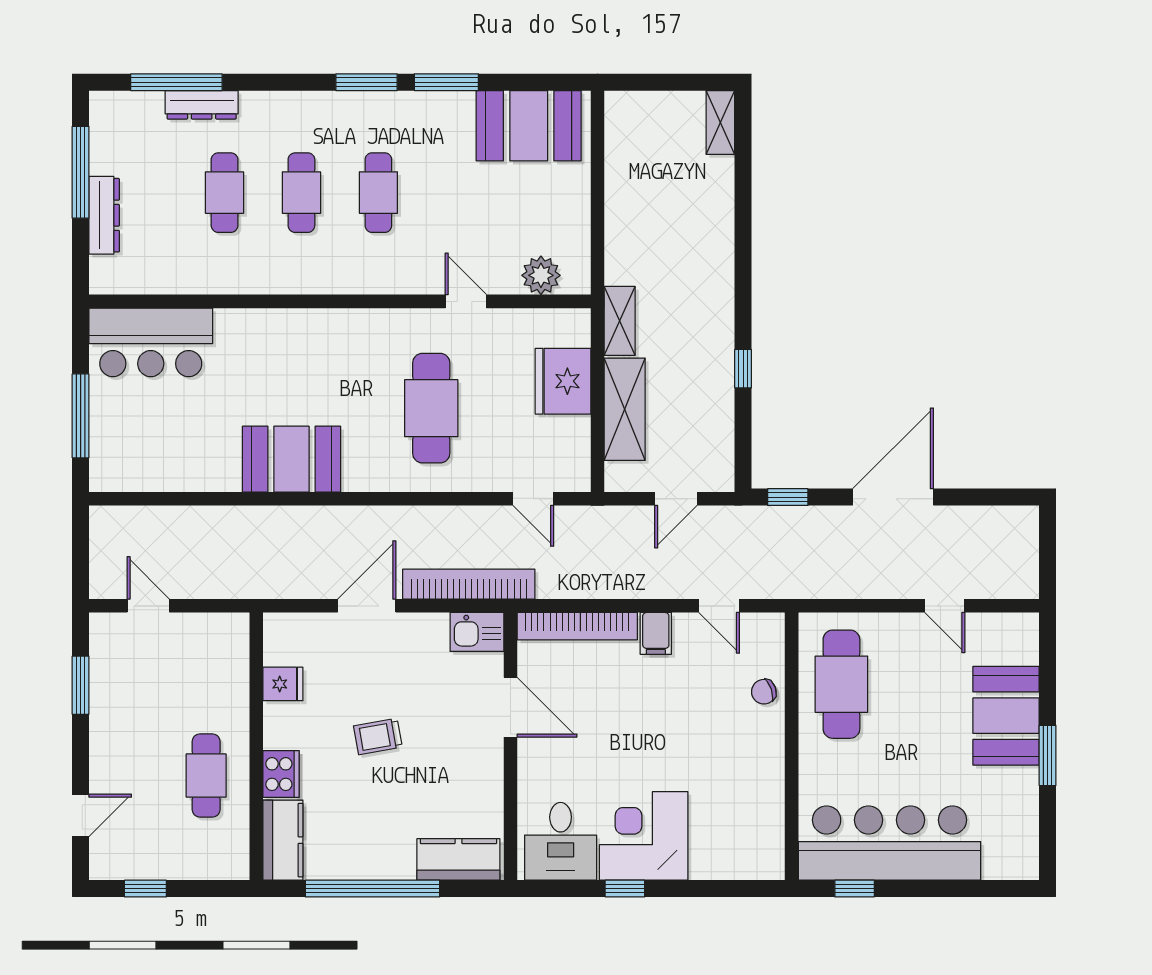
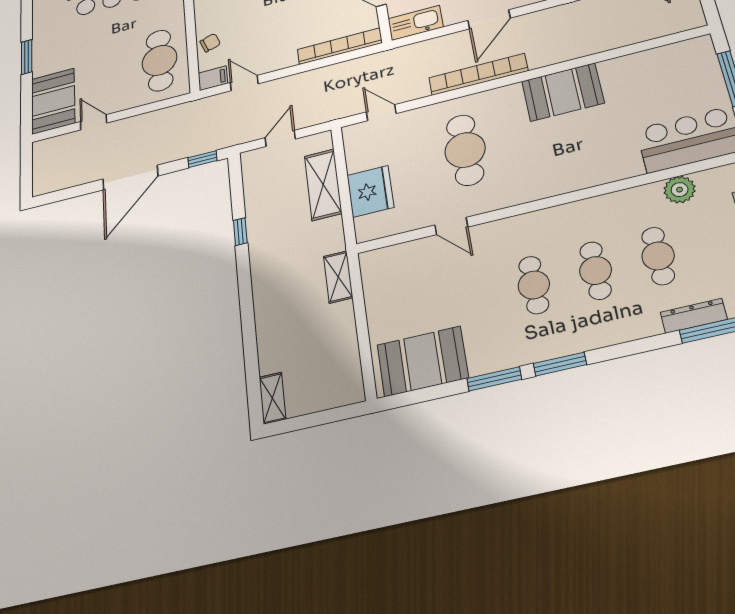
plant: (541, 275) -> (680, 190), moved
shelving: (620, 321) -> (338, 277), moved
bookcase: (469, 584) -> (478, 74), moved, turned 180
kitchen sink: (477, 632) -> (416, 23), width x1.38
filing cabinet: (656, 633) -> (213, 78), moved, turned 90
booth: (1006, 716) -> (53, 101), moved

